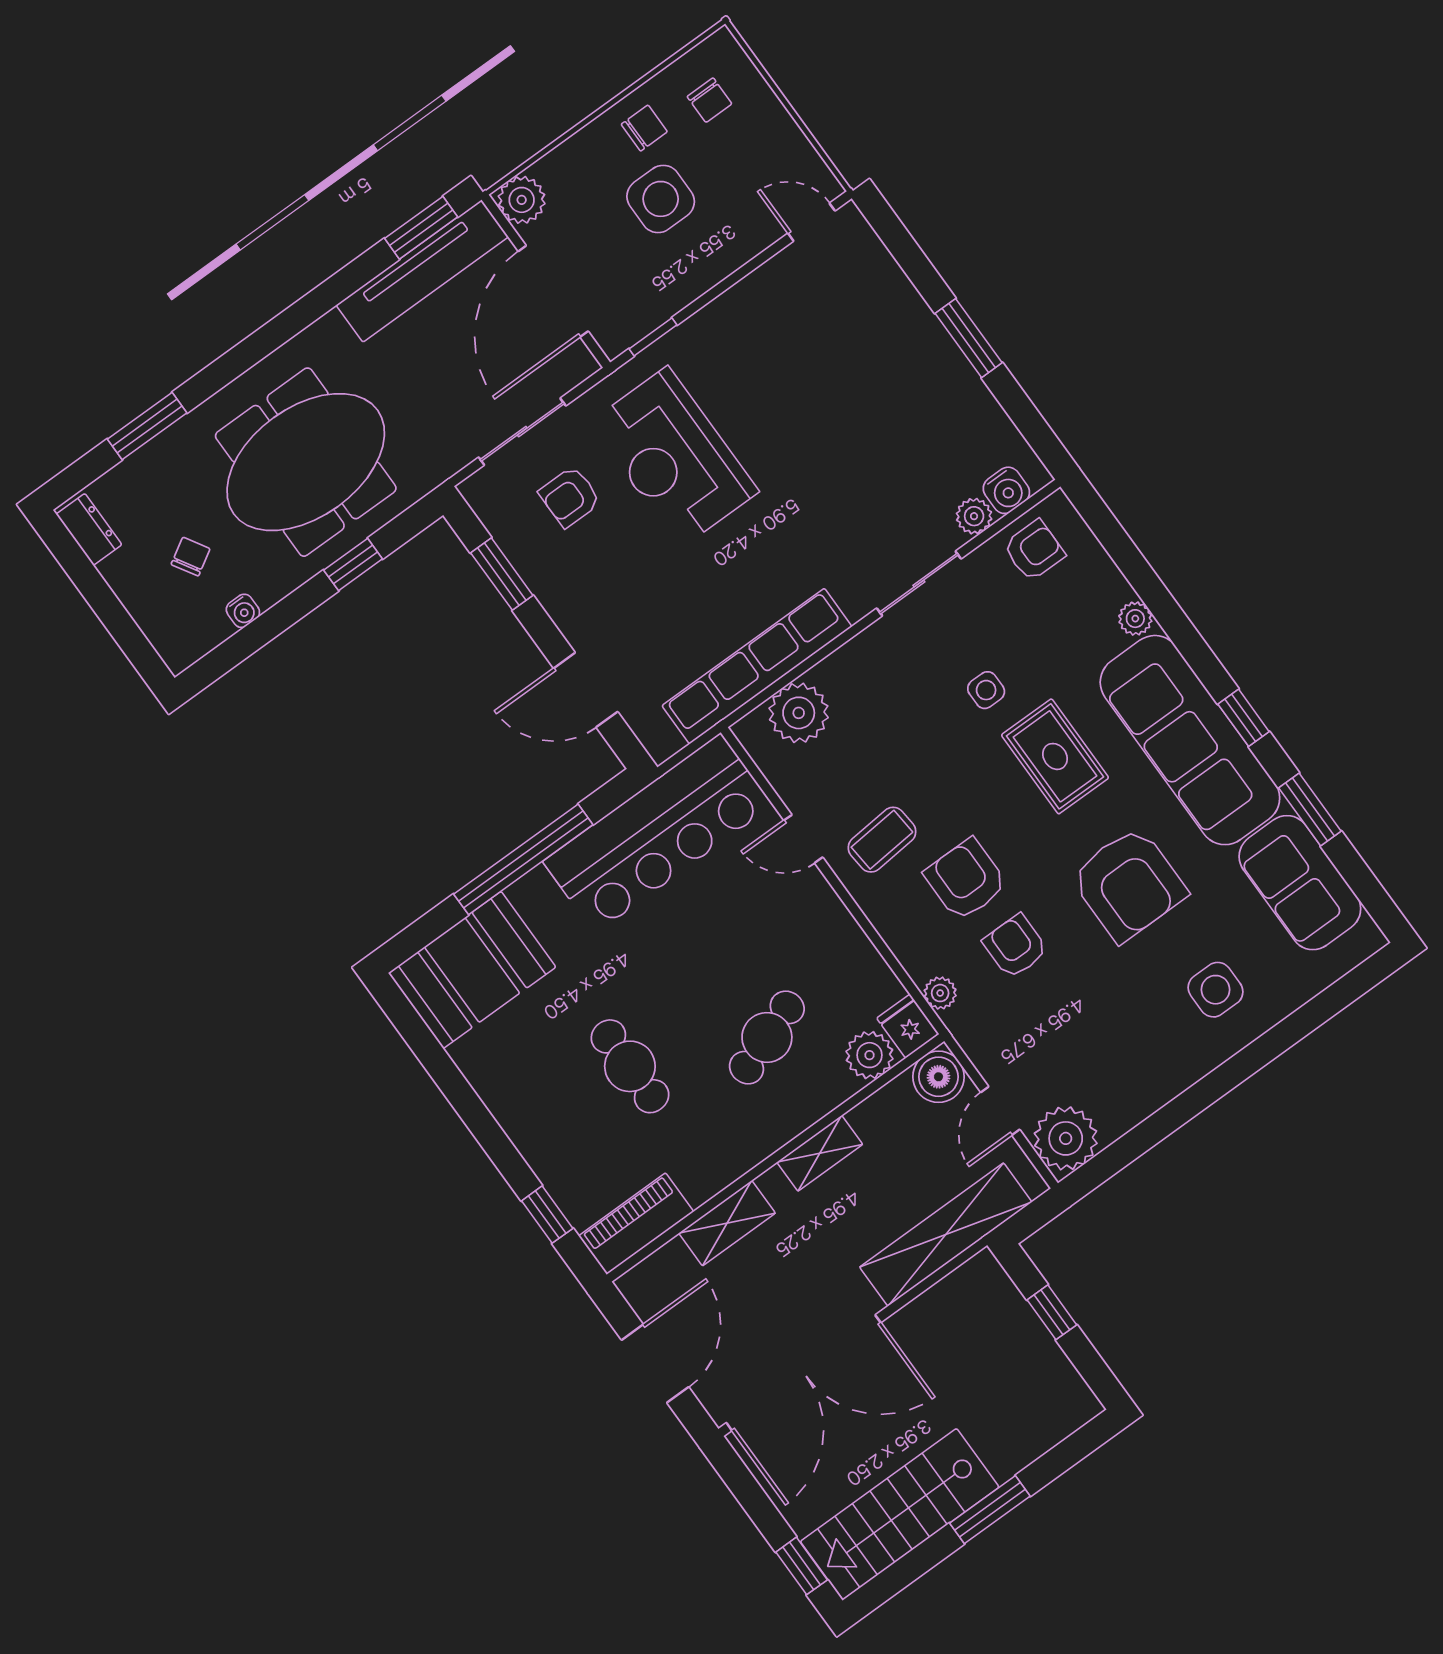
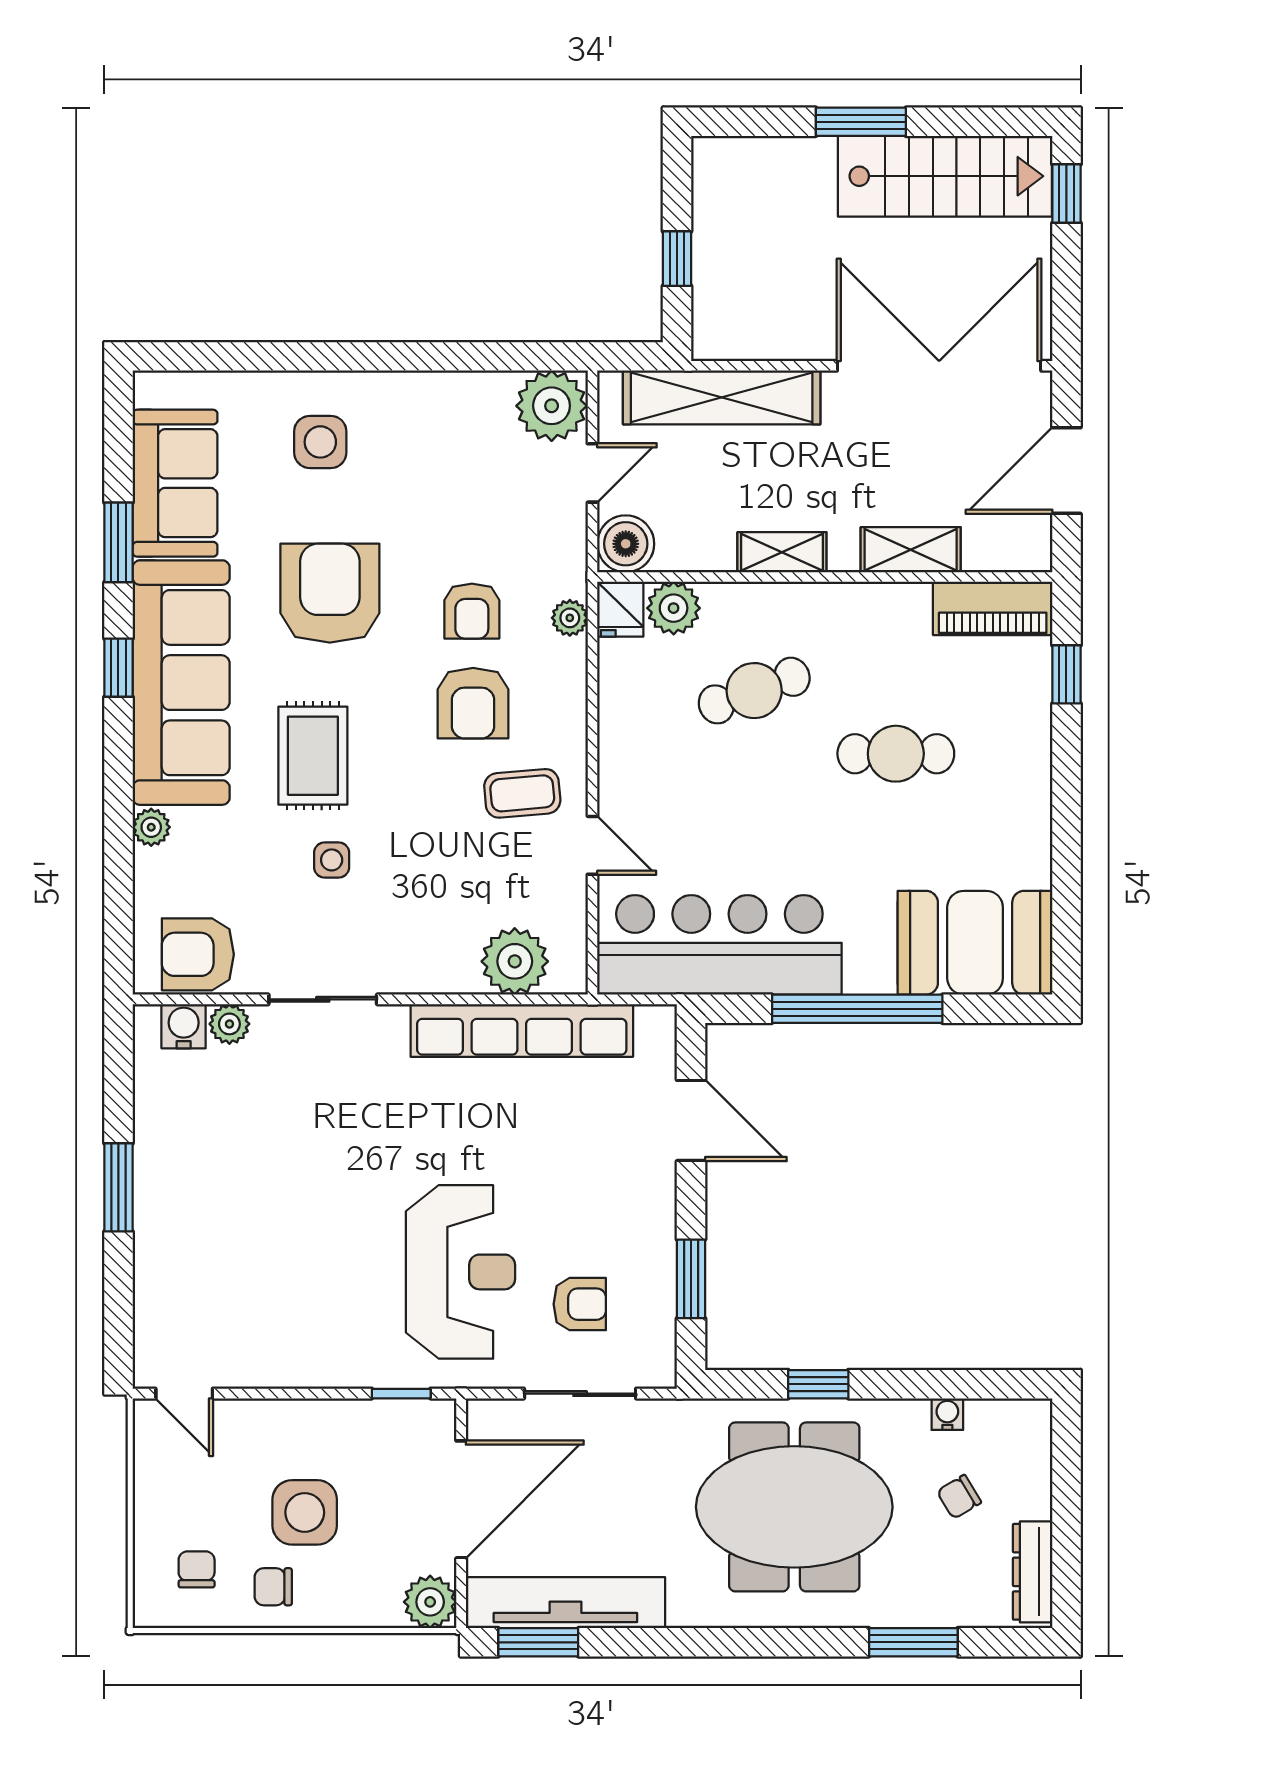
dresser: (89, 529) -> (1033, 1572), width x1.44
armchair: (1034, 550) -> (198, 954), width x1.38, depth x1.38
cafe table: (630, 1066) -> (896, 754), turned 90

